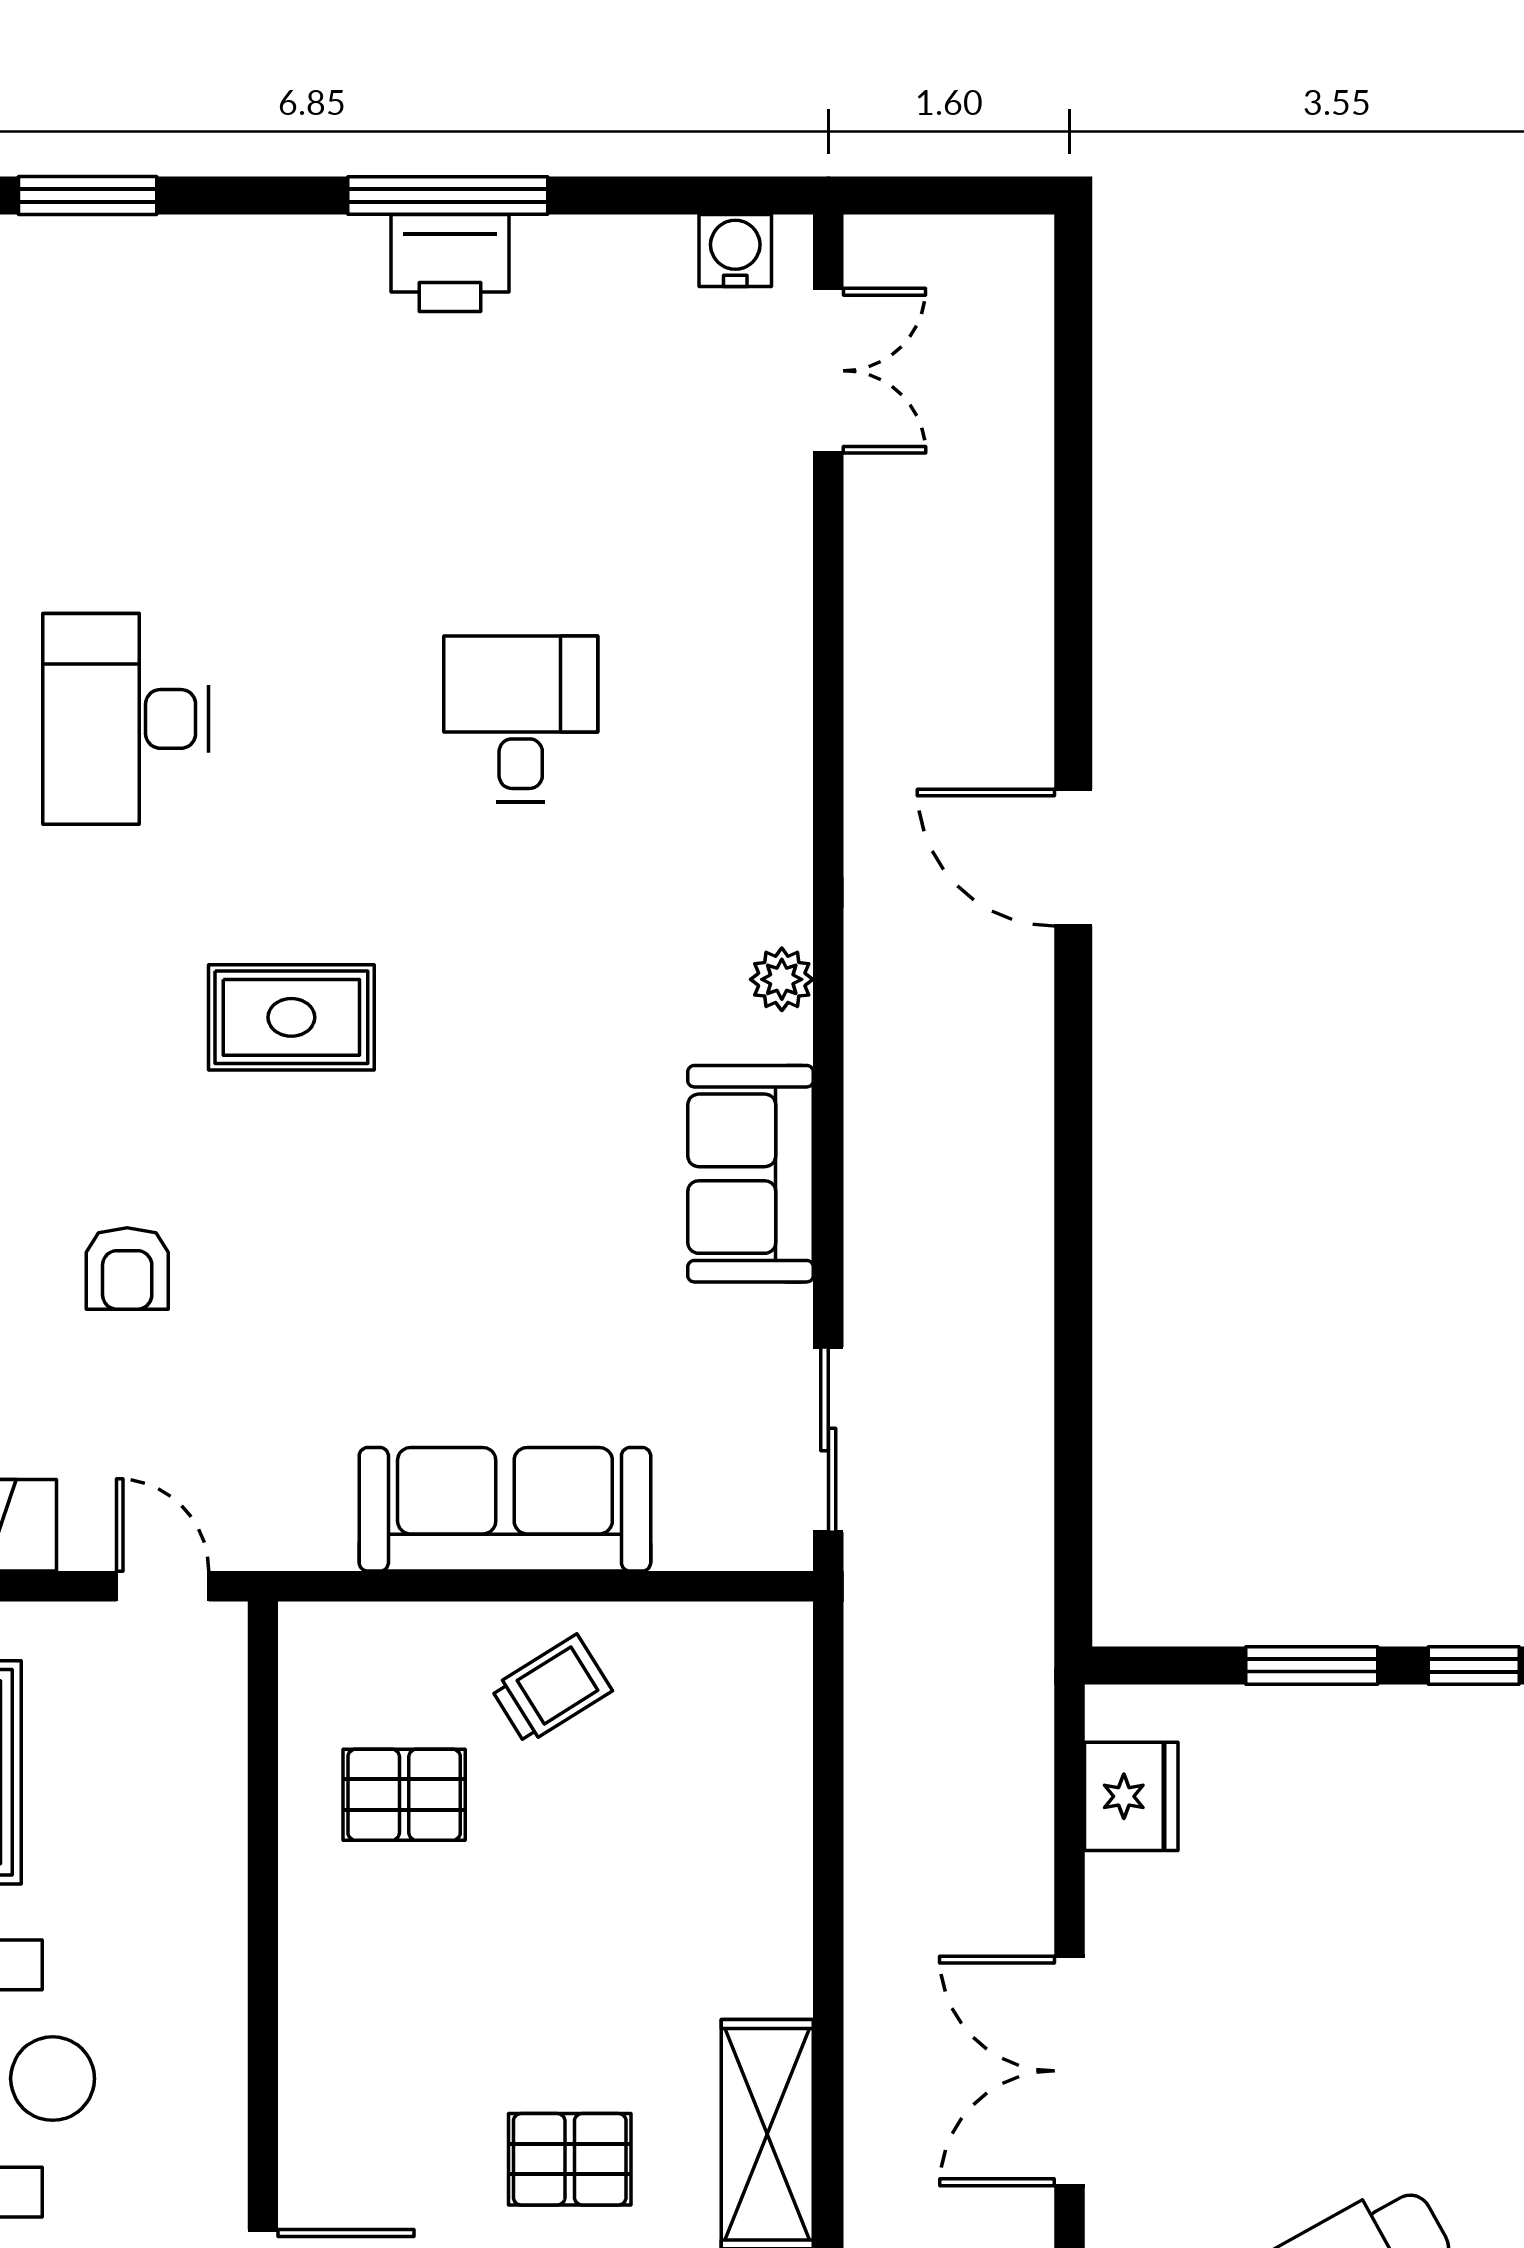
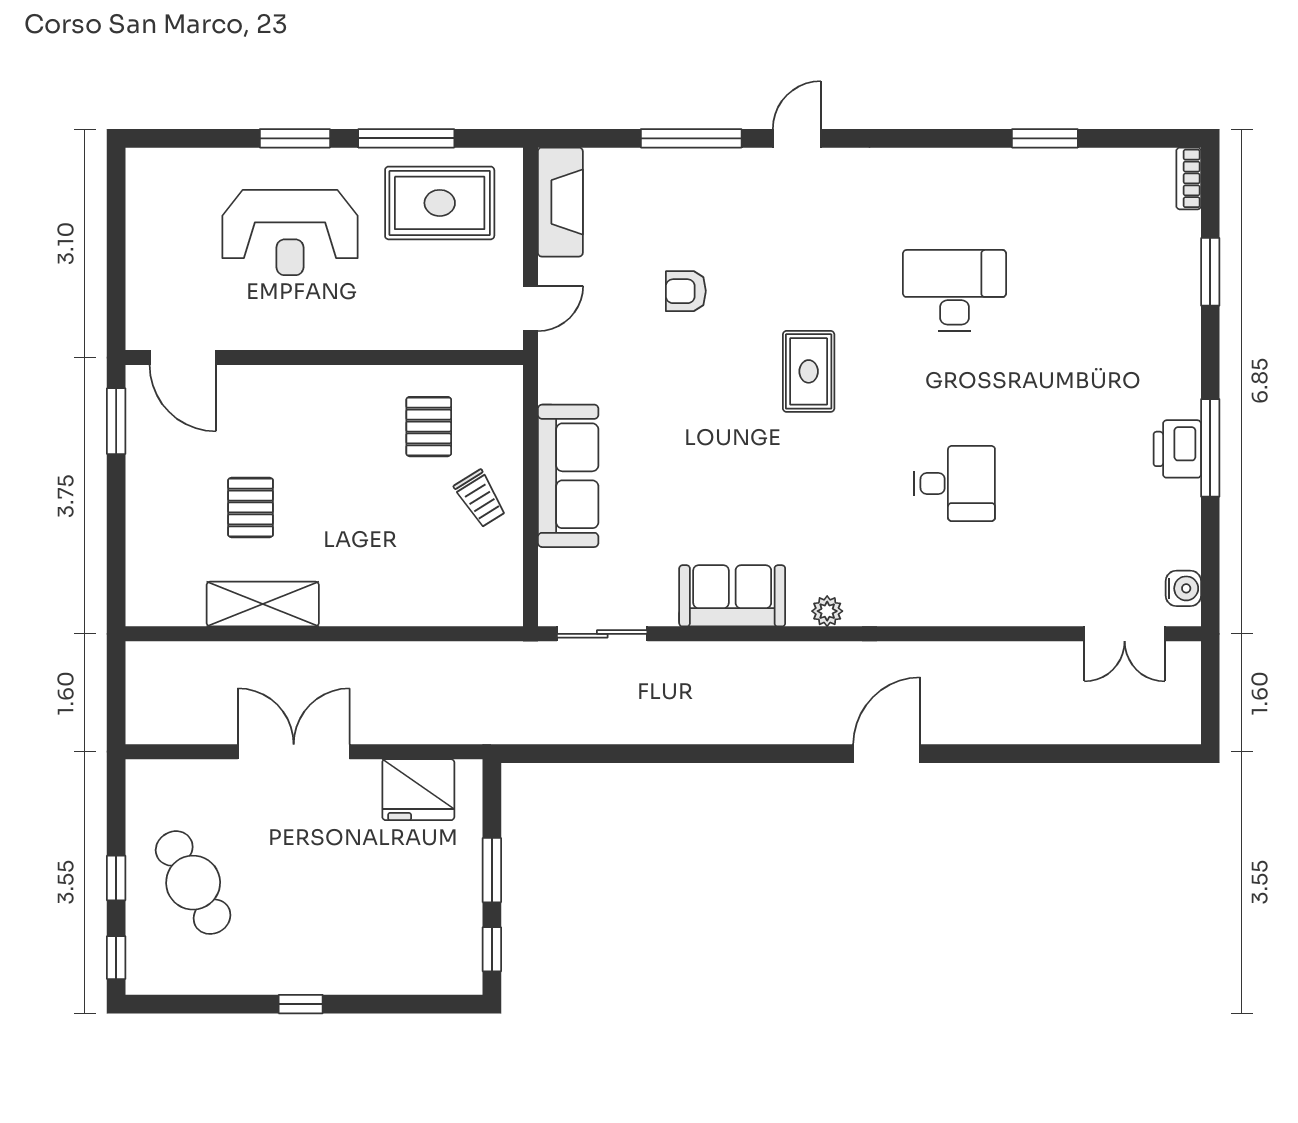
fridge: (1131, 1796) -> (418, 790), width x1.36, depth x1.34

